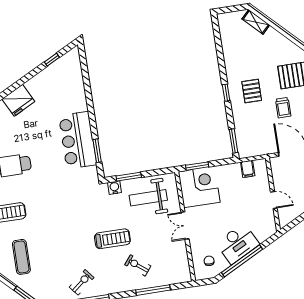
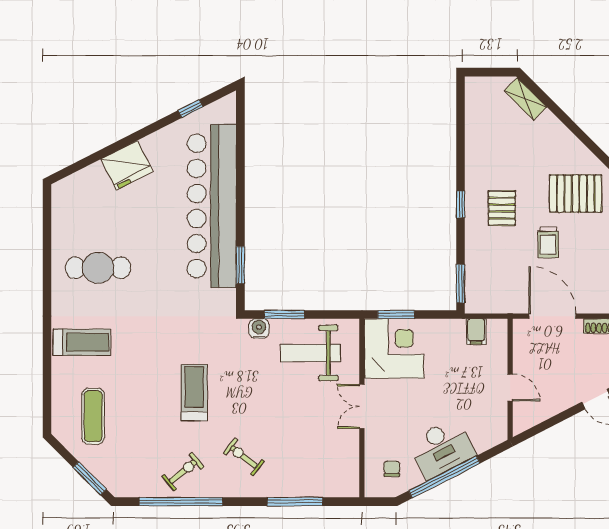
bar counter: (78, 140) -> (212, 206), width x1.86
treadmill: (112, 239) -> (194, 393), moved, turned -90
exercise bike: (138, 265) -> (244, 457), moved

